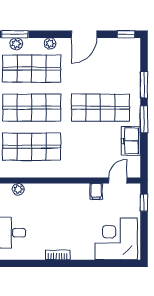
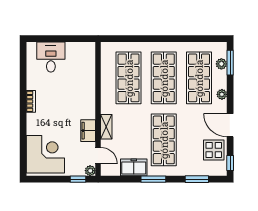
display table: (112, 52) -> (214, 150), added
window: (144, 85) -> (197, 179), moved
shelving: (86, 171) -> (106, 127), added
plant: (18, 189) -> (90, 171), moved
filing cabinet: (96, 191) -> (88, 131), width x2.00

